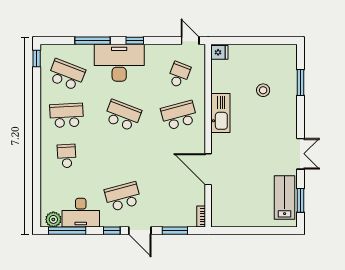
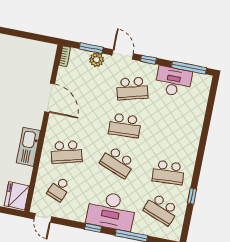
fridge: (219, 52) -> (17, 196), width x1.88, depth x1.34
window: (37, 59) -> (192, 196), moved
school desk: (67, 156) -> (125, 125), moved, width x1.85
plant: (53, 219) -> (96, 60), moved

